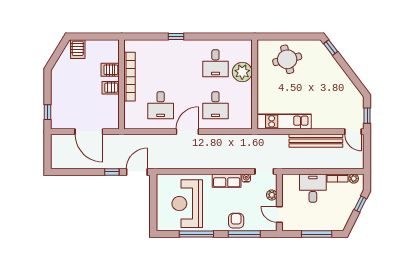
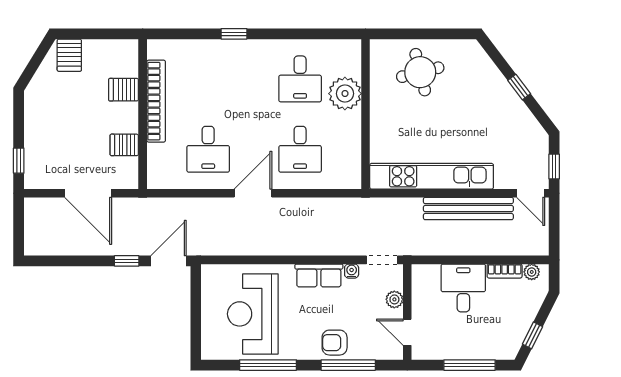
window: (331, 48) -> (519, 87), moved
server rack: (111, 88) -> (124, 145), moved
kitchen unit: (284, 121) -> (432, 176), width x1.36
window: (360, 204) -> (533, 335), moved
armchair: (236, 221) -> (335, 343), turned -90

